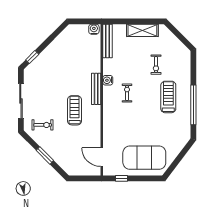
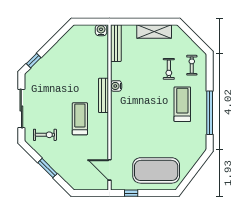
exercise bike: (127, 93) -> (192, 65), moved

